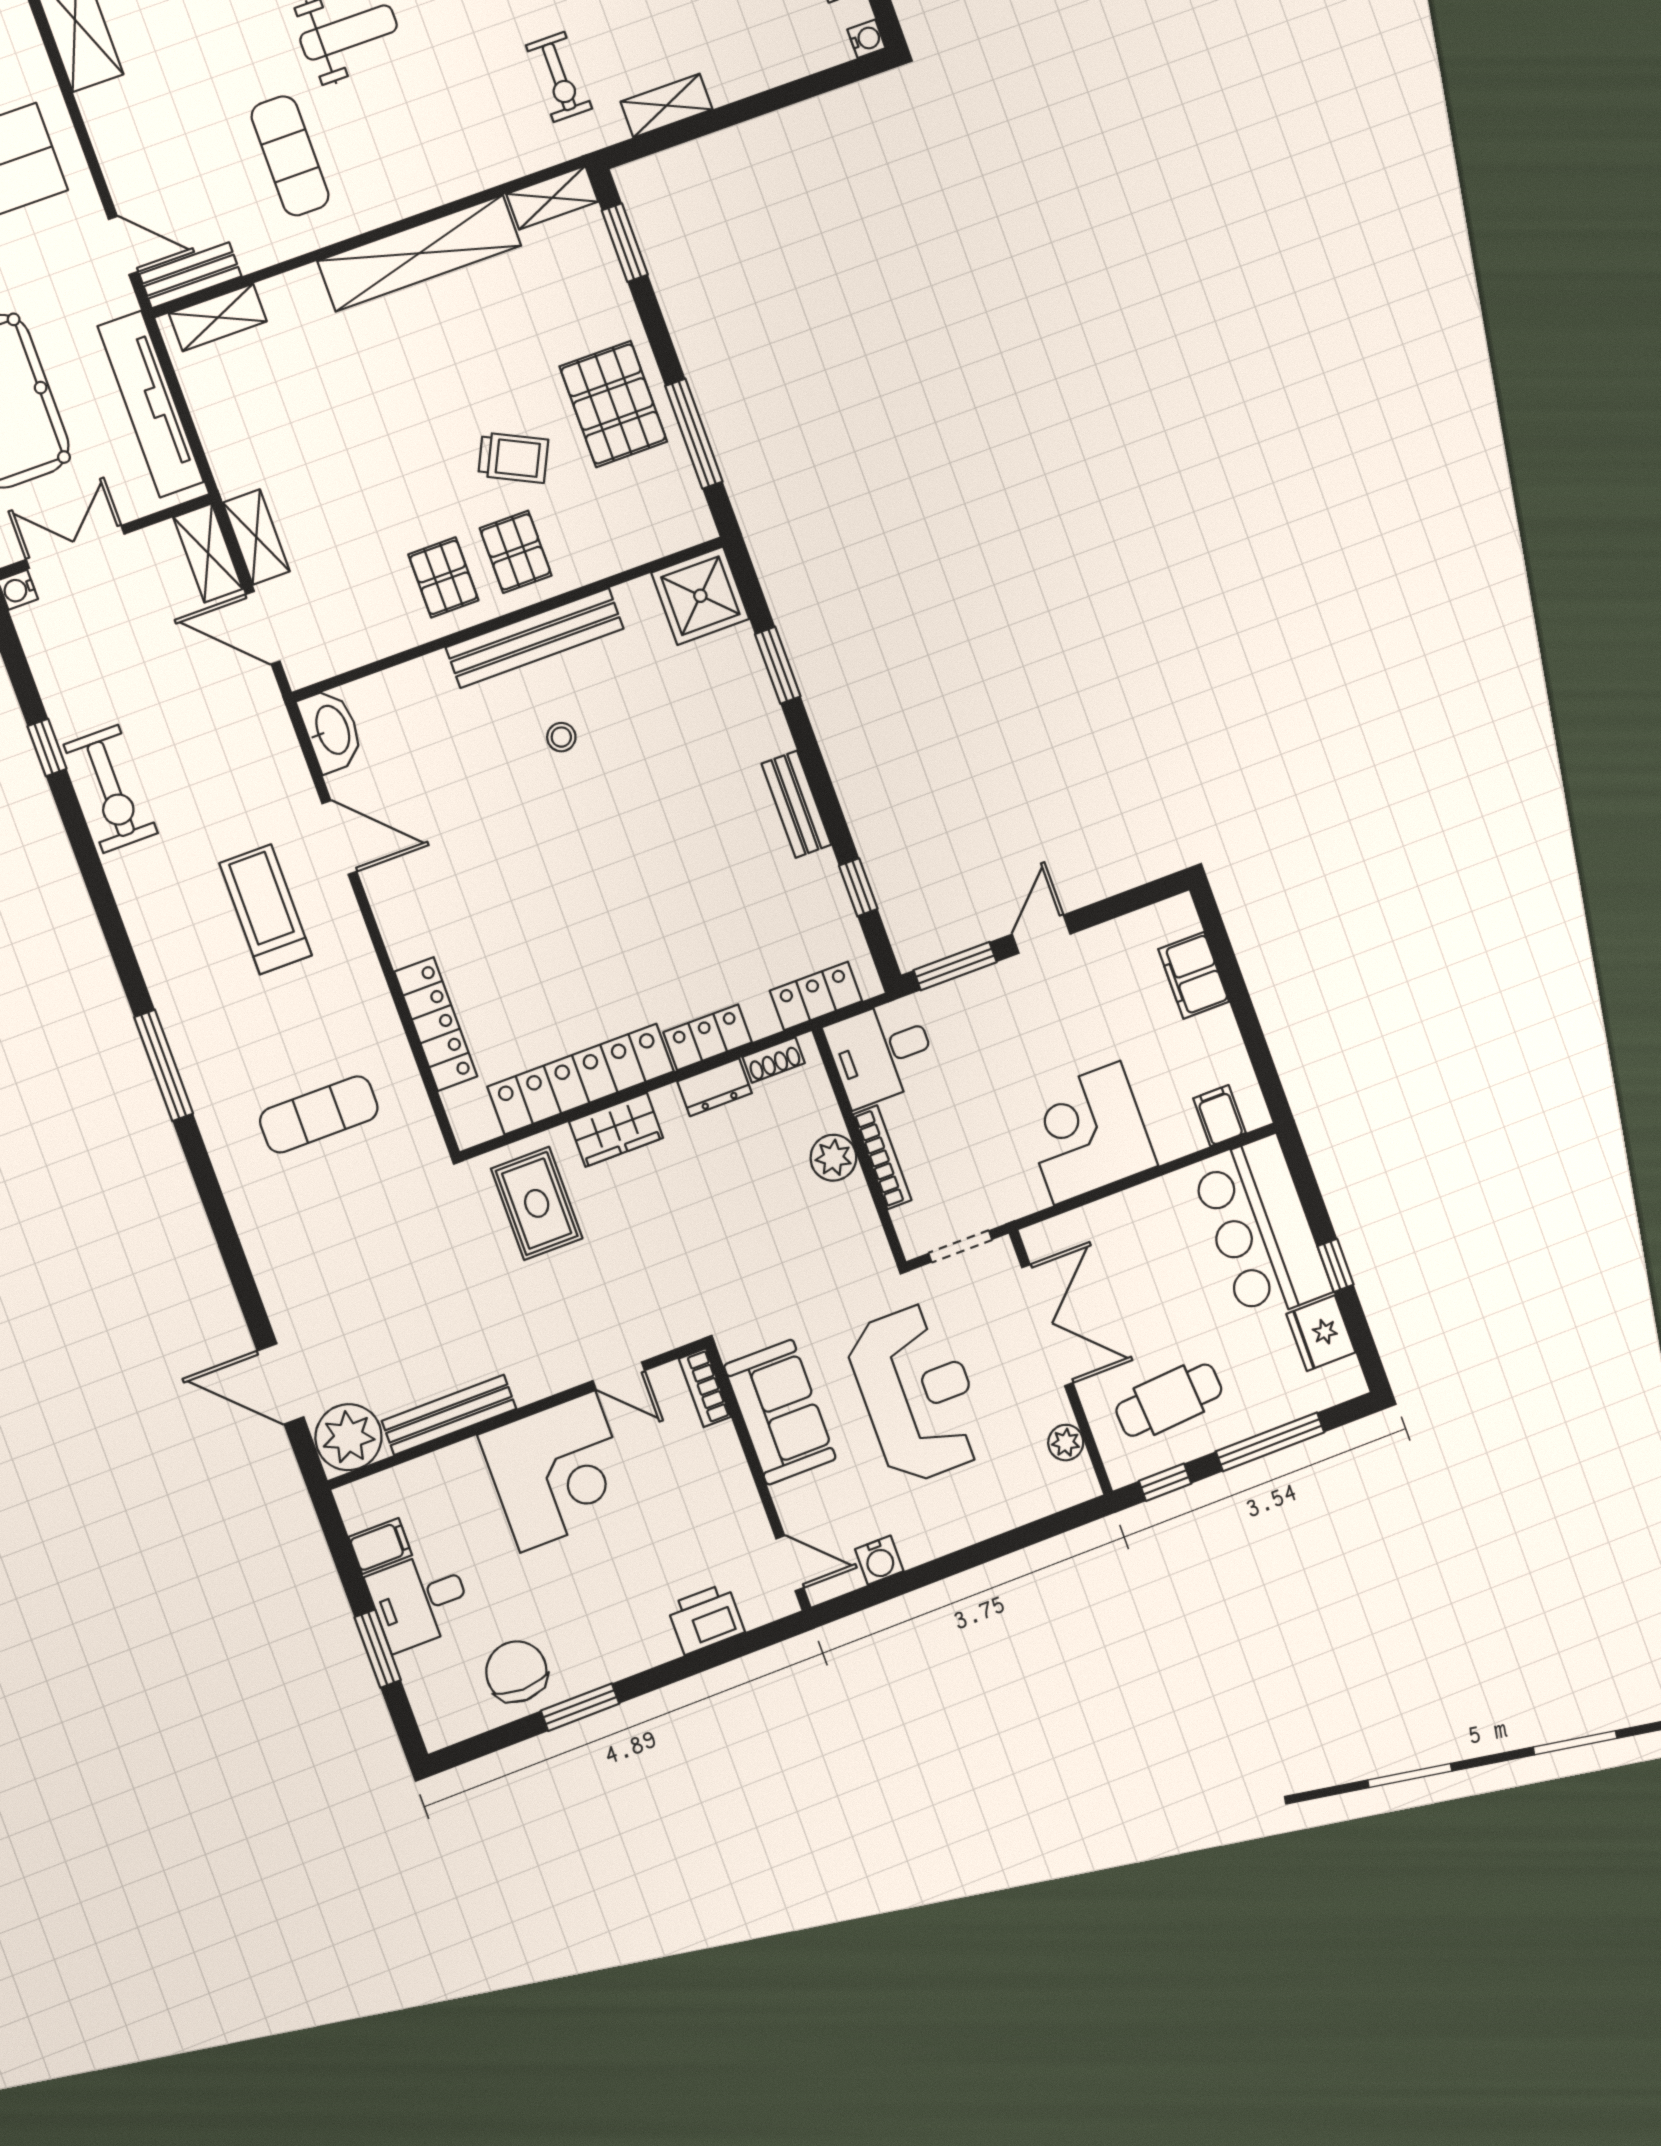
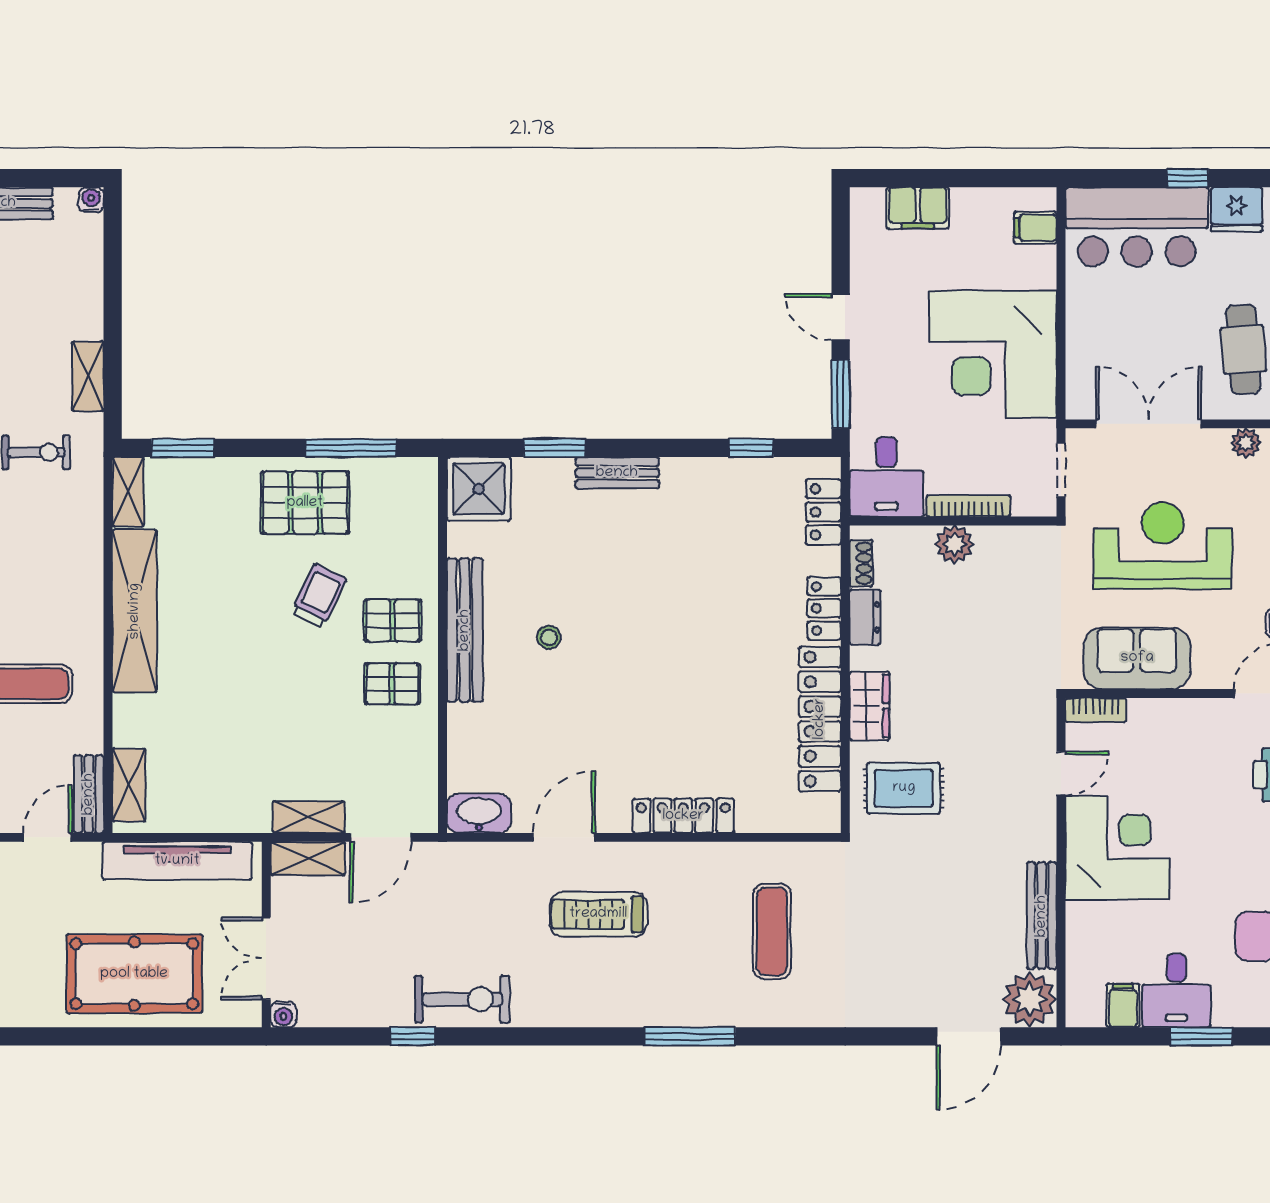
bench: (796, 804) -> (617, 473), moved
locker: (436, 1024) -> (683, 816), moved
corner desk: (1087, 1133) -> (993, 354), width x1.36, depth x1.36

